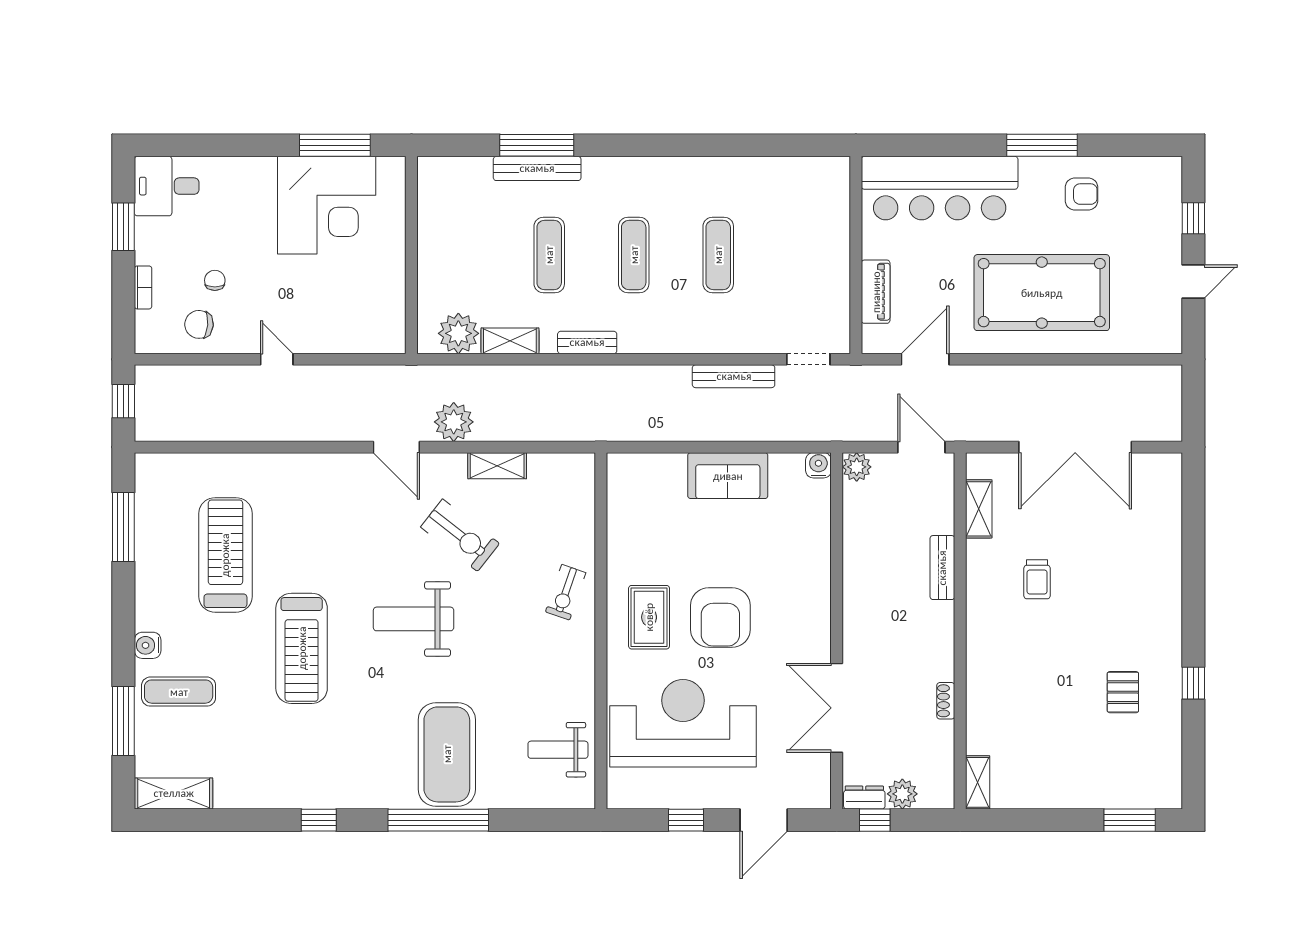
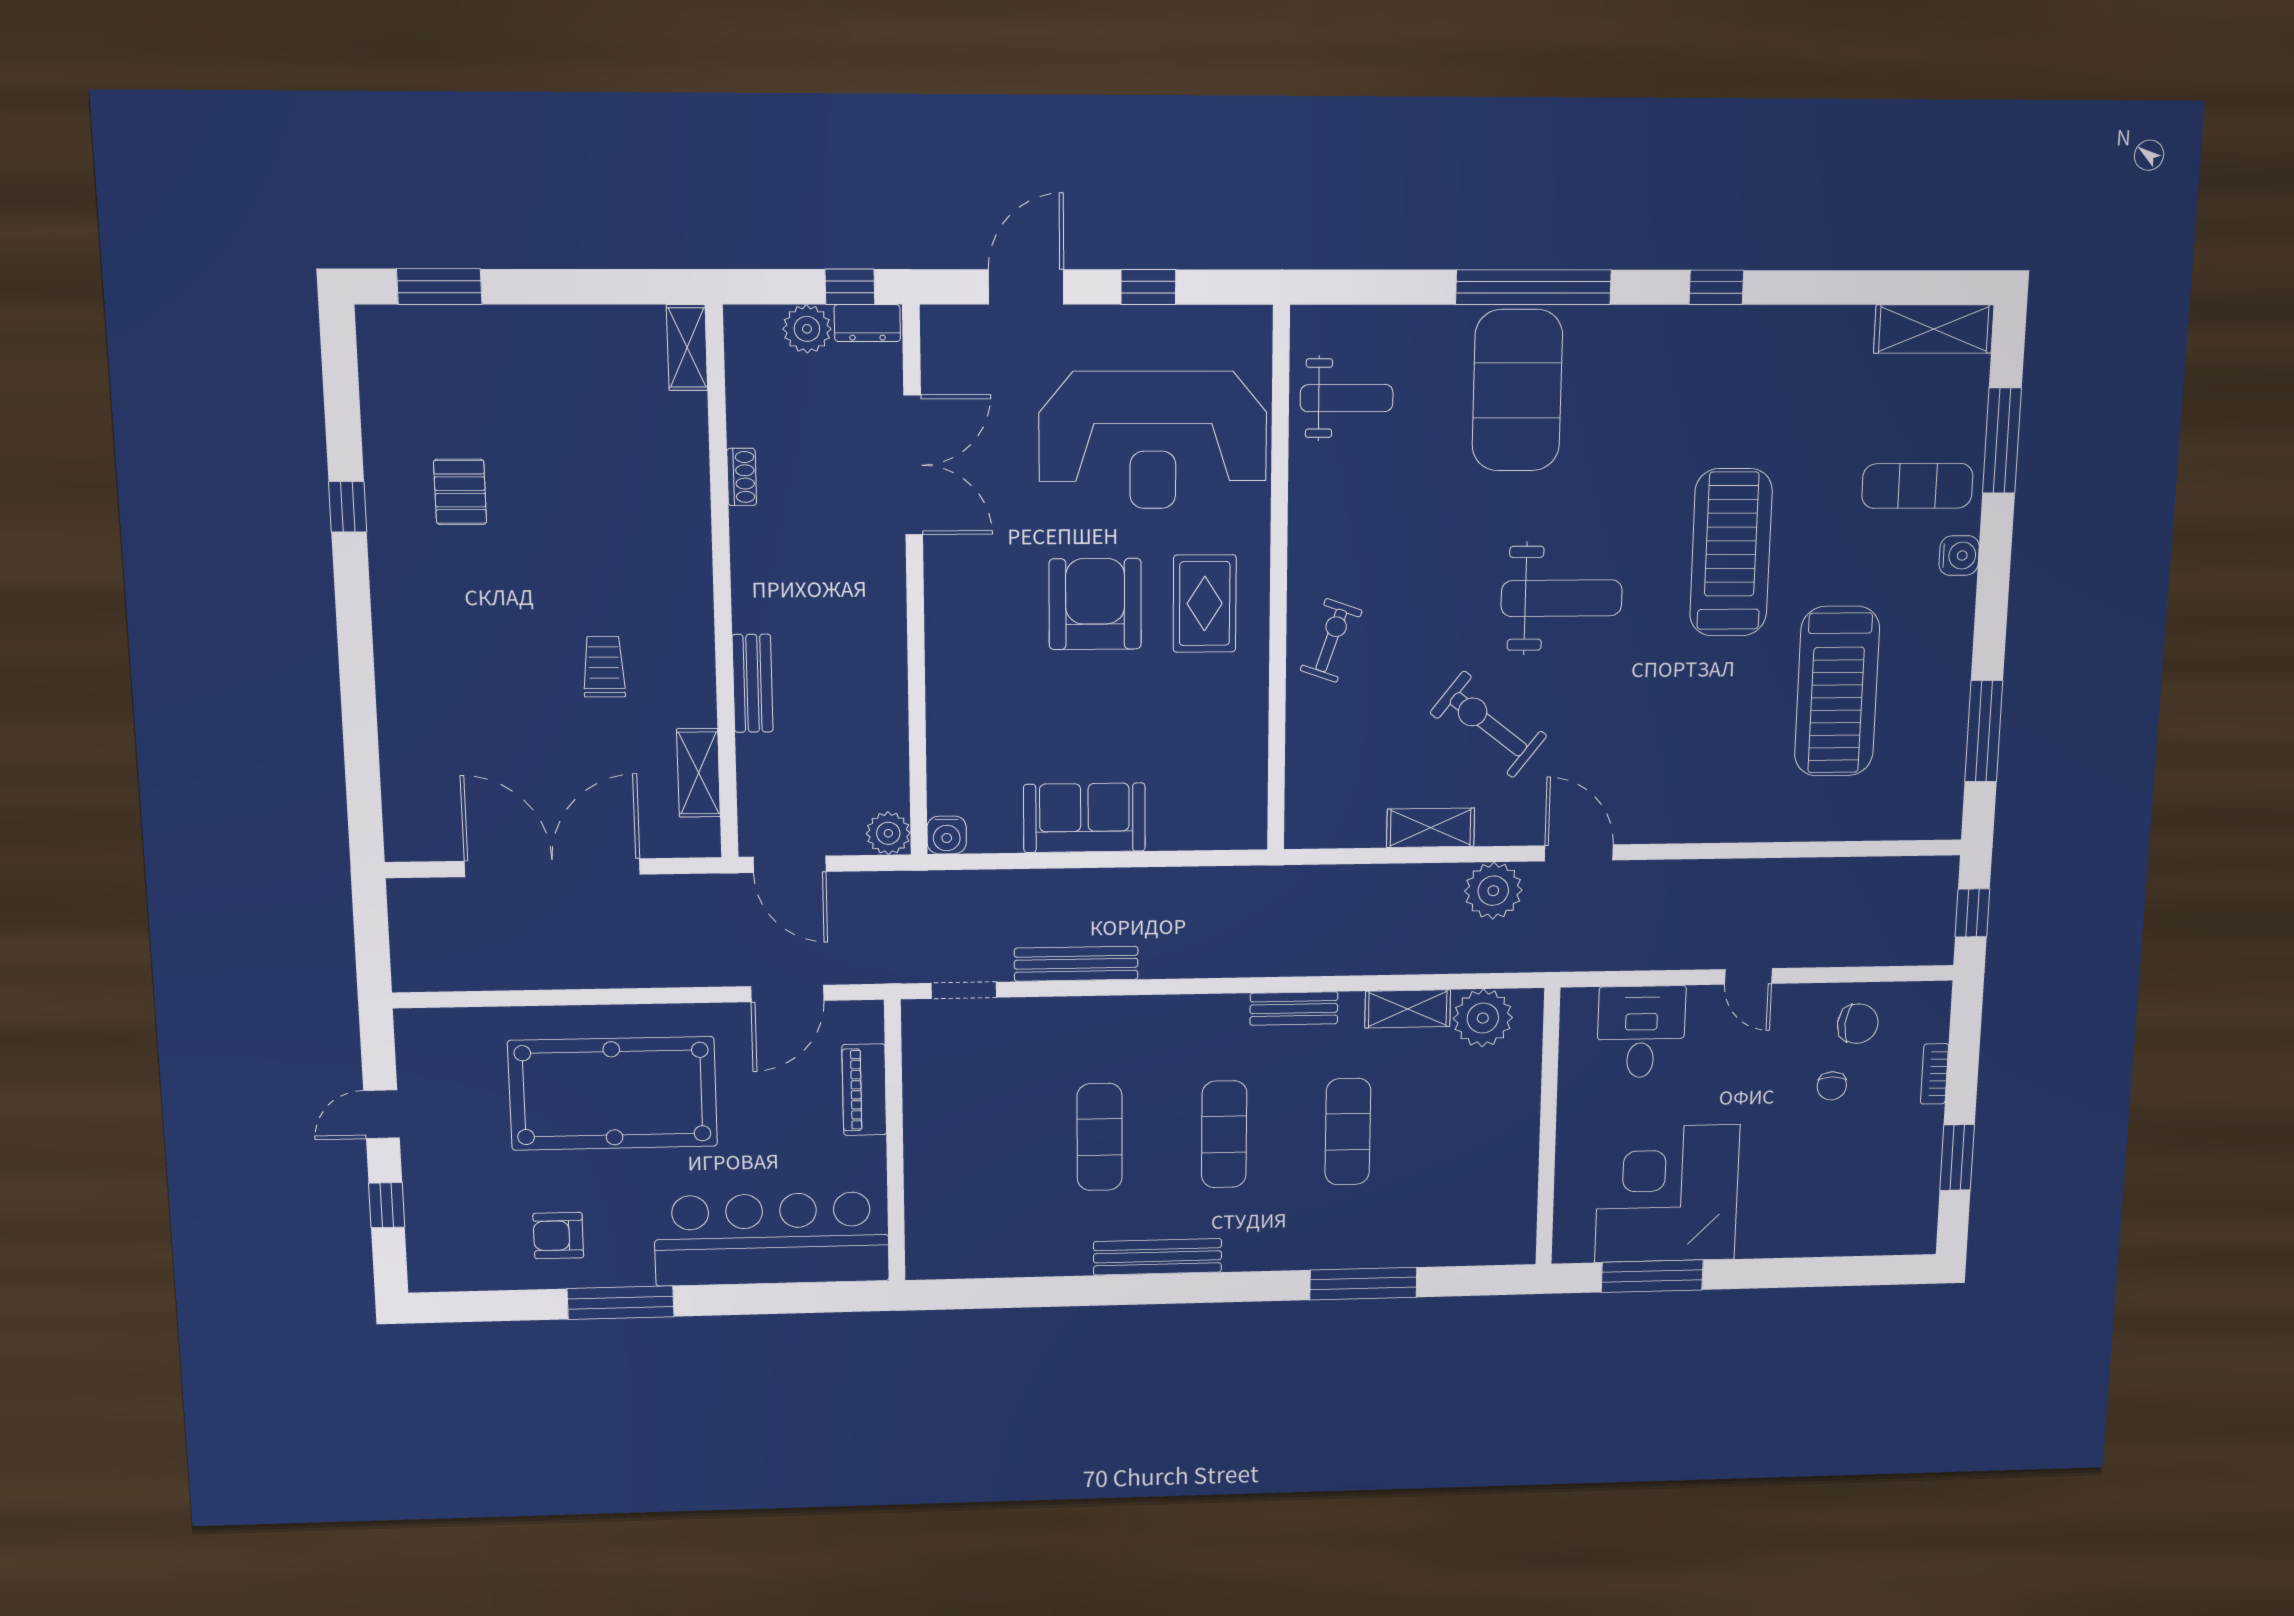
bench: (537, 168) -> (1158, 1257), moved
desk: (167, 186) -> (1641, 1032), moved, turned -90

